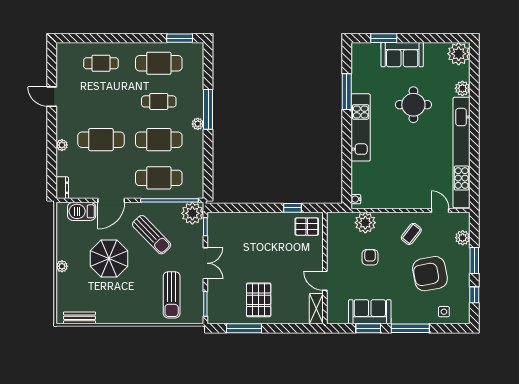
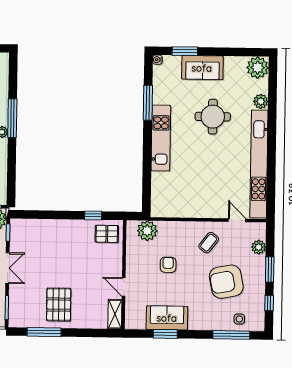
water cooler: (356, 199) -> (157, 60), moved
plant: (365, 223) -> (147, 231), moved
window: (410, 328) -> (231, 335), moved

